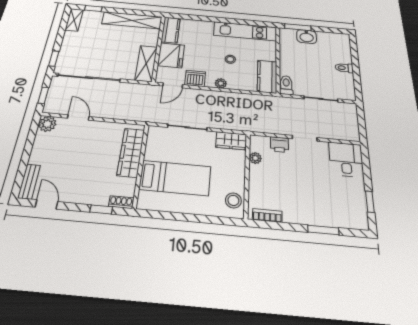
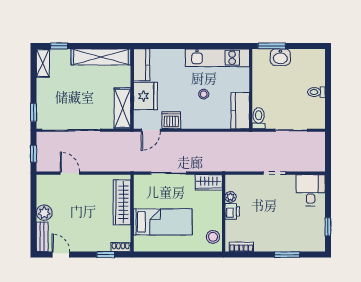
plant: (221, 83) -> (196, 123), removed
plant: (47, 124) -> (44, 213), moved
printer: (279, 145) -> (232, 211), moved, turned -90

